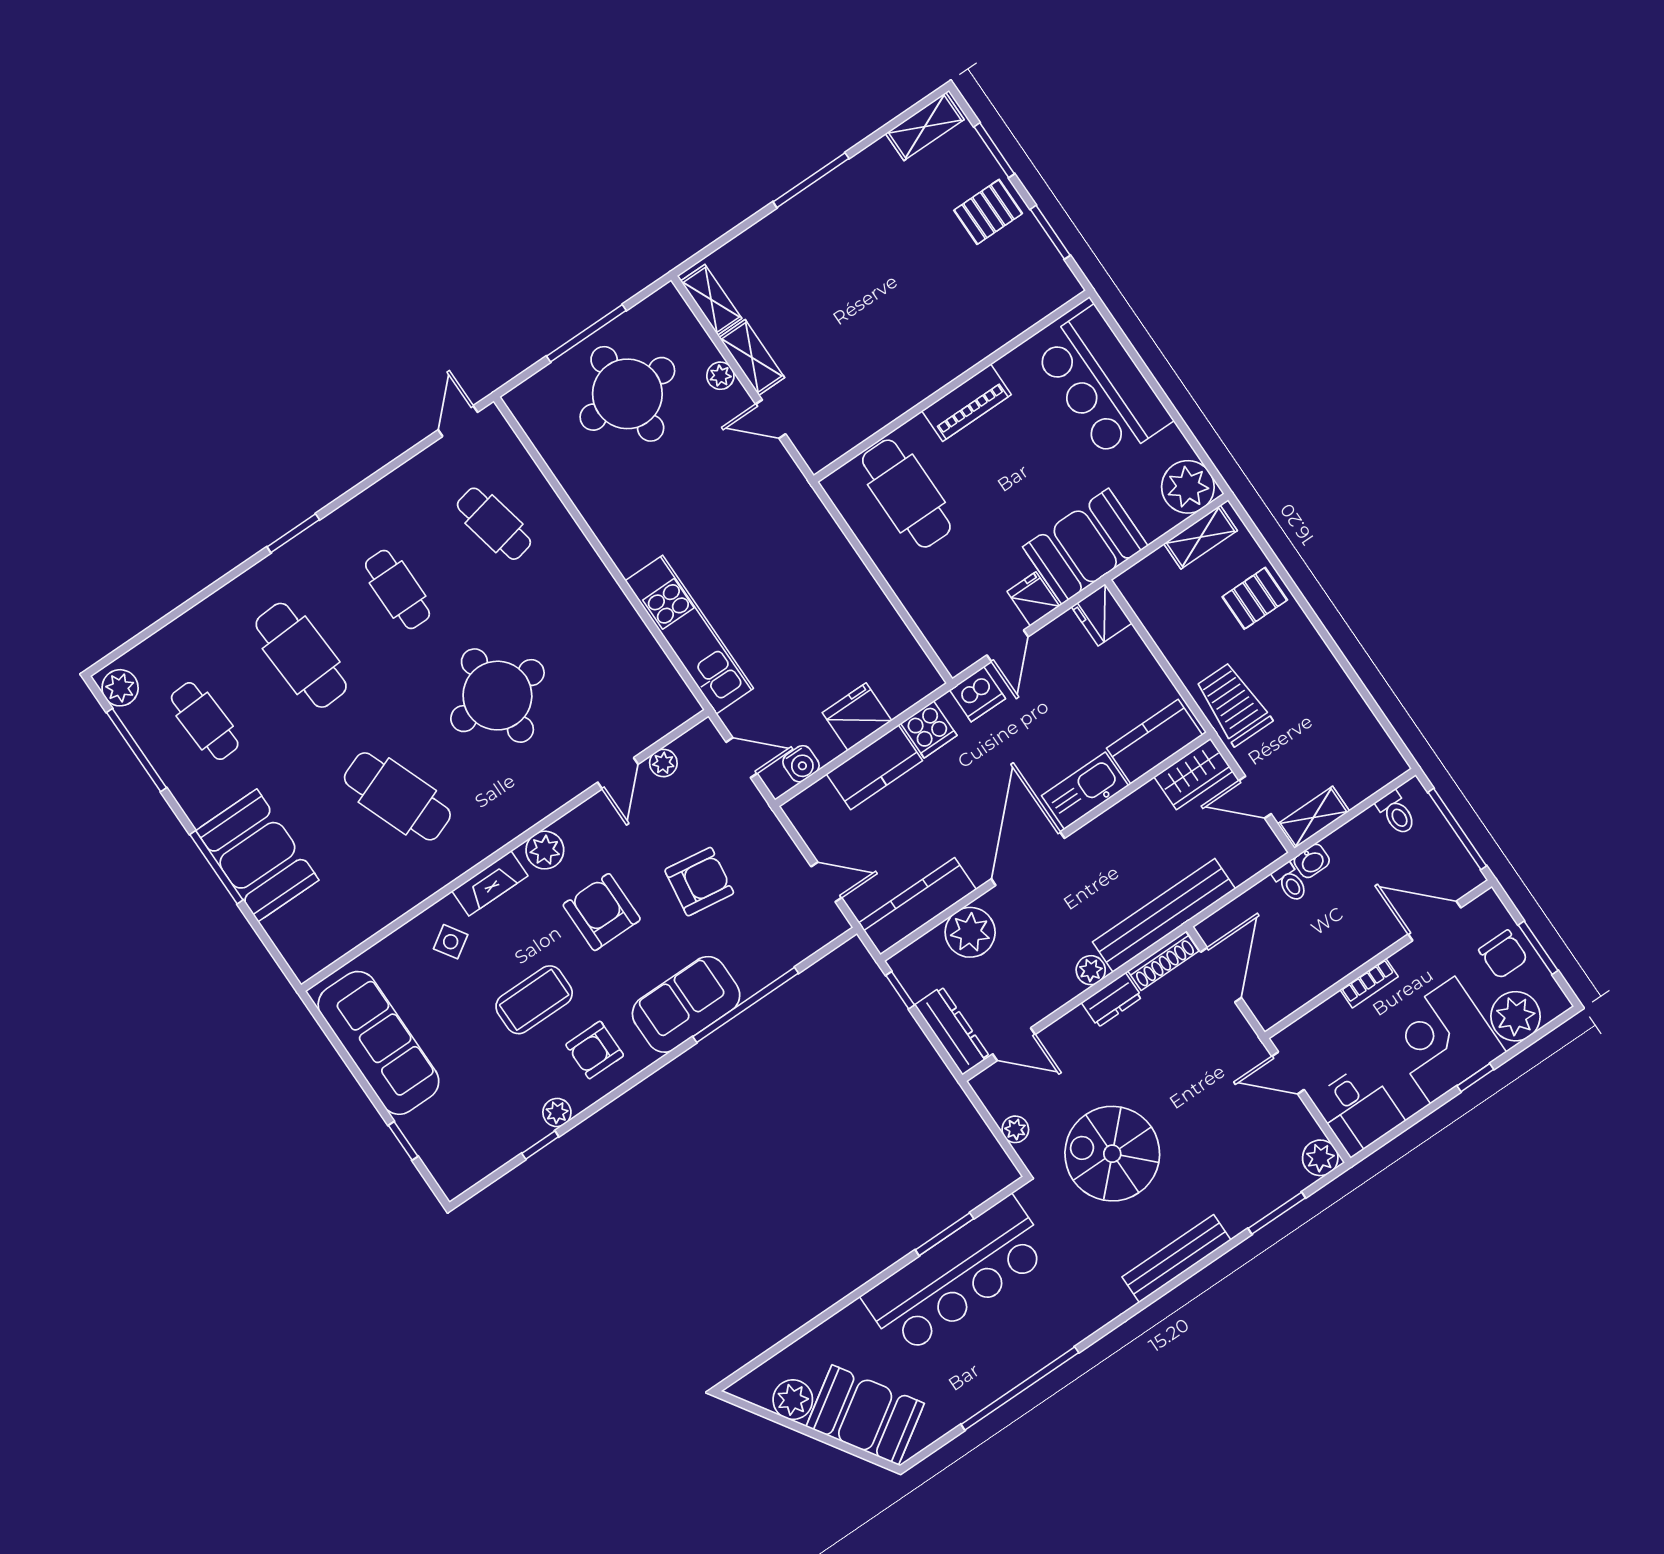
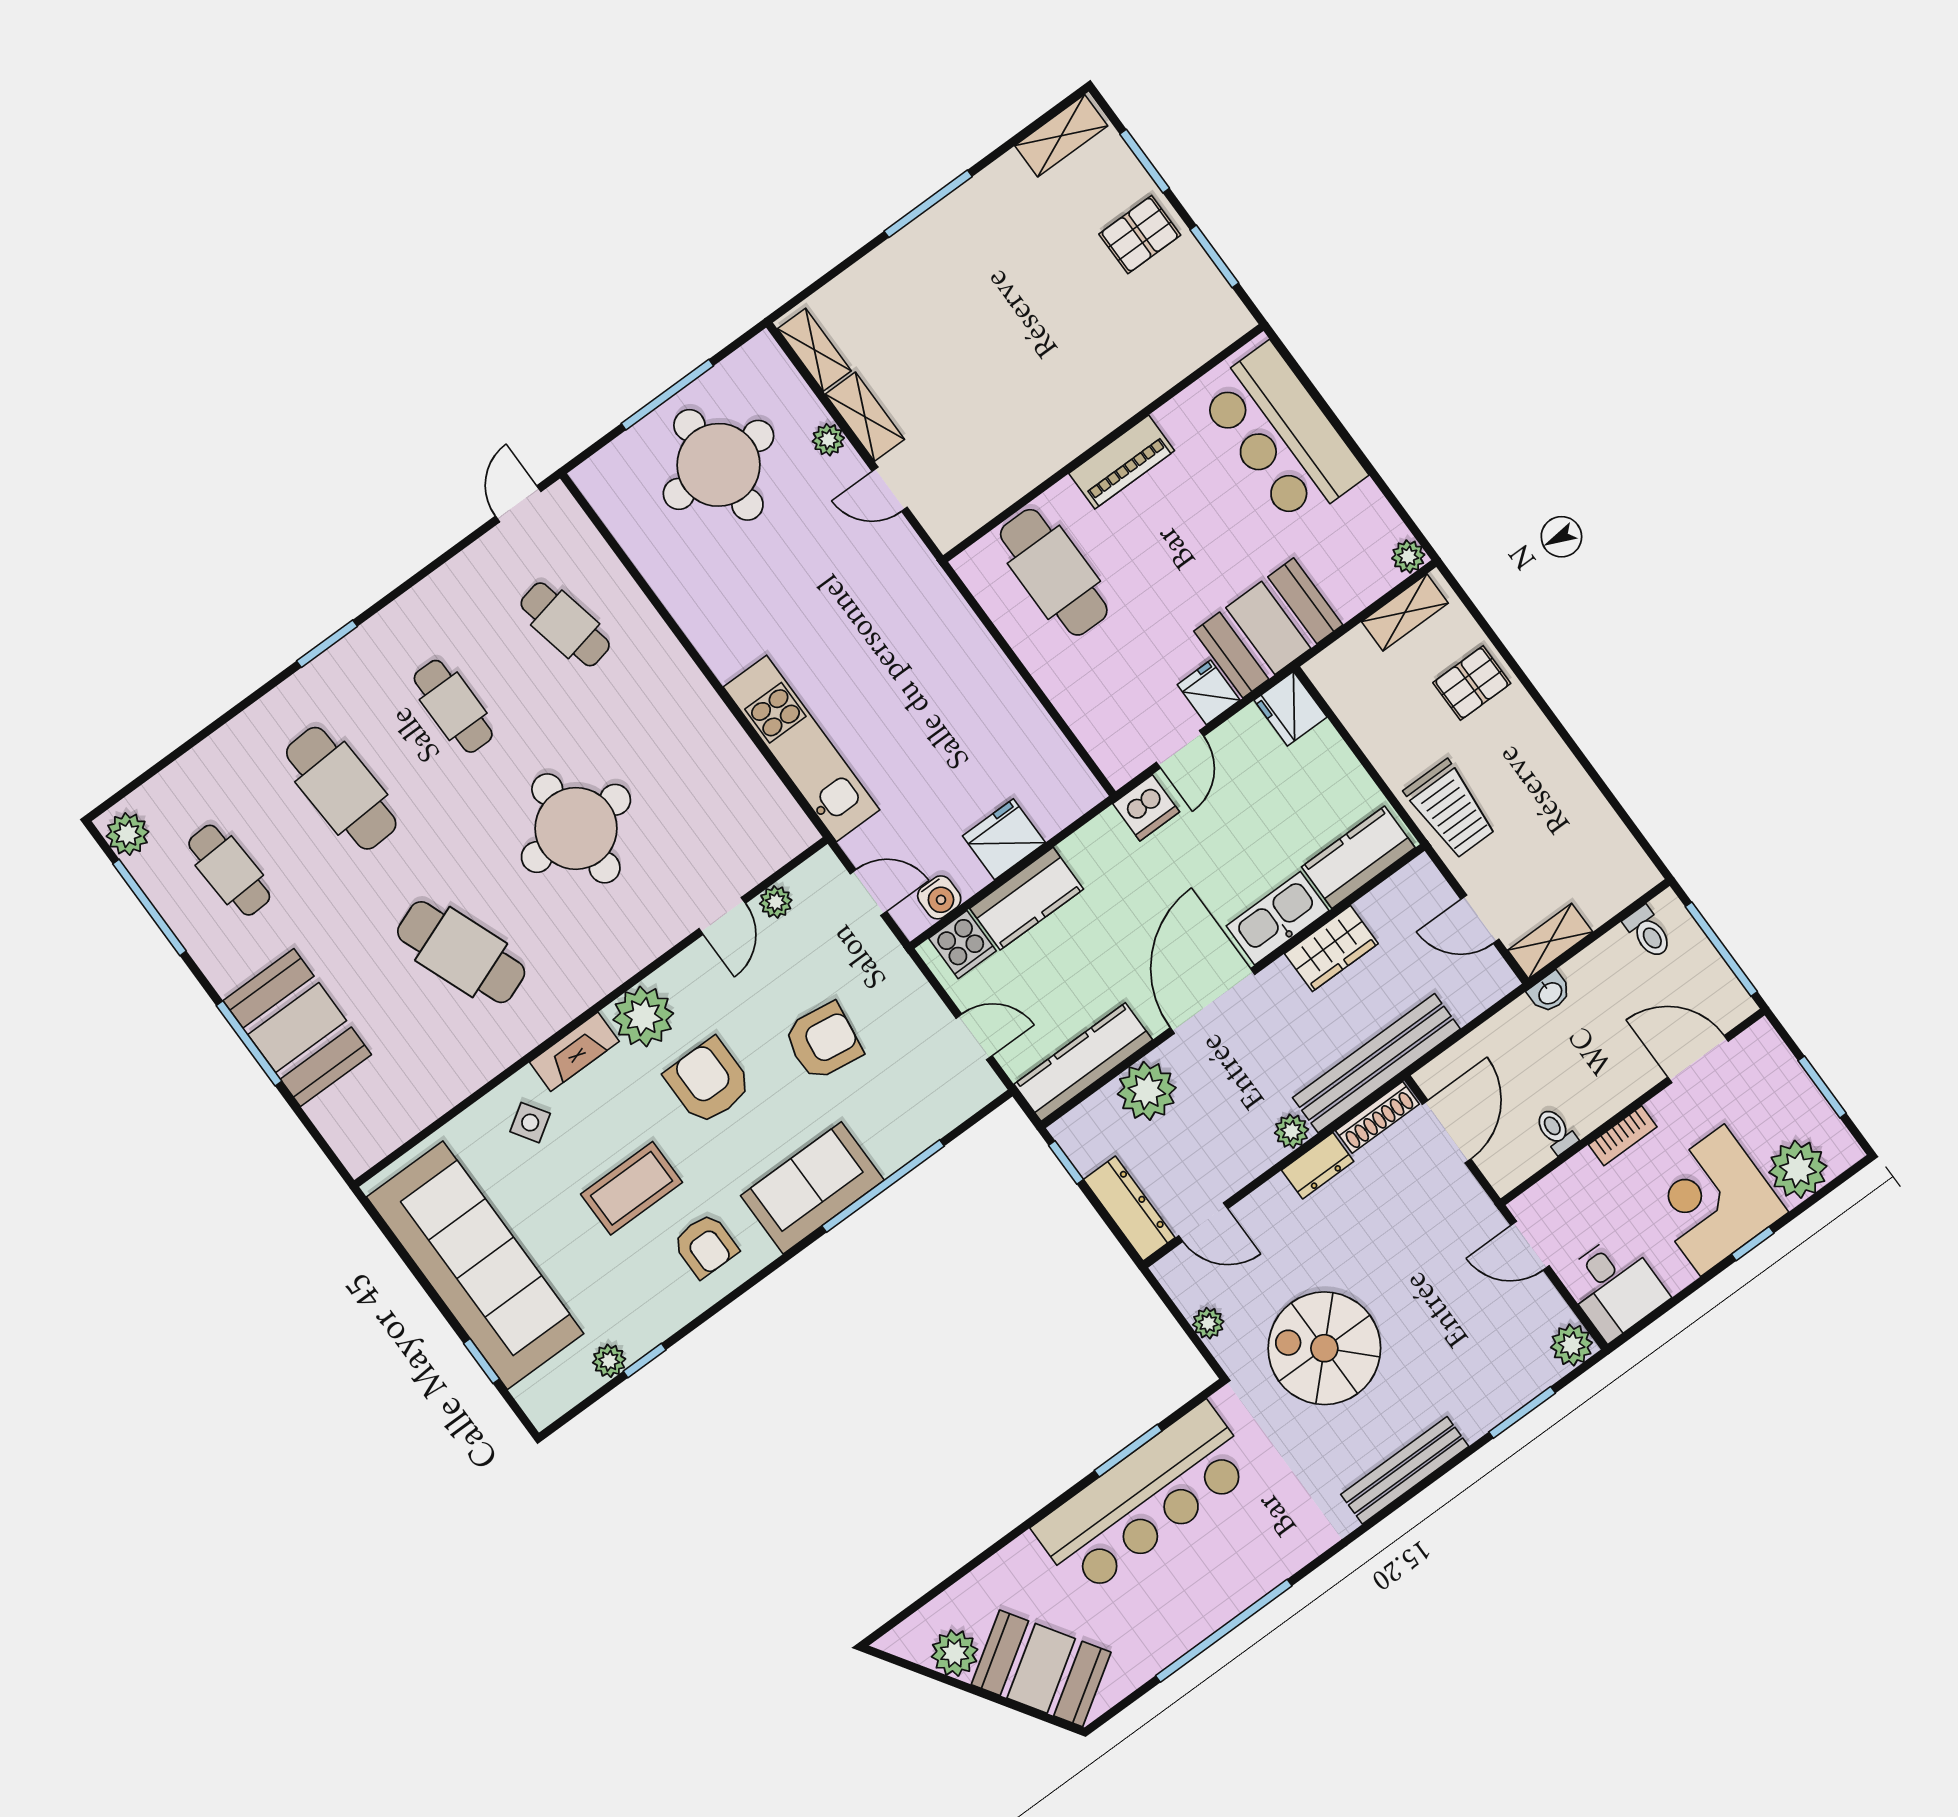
plant: (1188, 487) -> (1408, 556), width x0.53, depth x0.53
trolley: (1233, 704) -> (1451, 809), turned 180
cooker: (929, 729) -> (962, 945), moved
wardrobe: (1193, 774) -> (1331, 949), moved
plant: (545, 850) -> (643, 1017), width x1.36, depth x1.36
toilet: (1290, 882) -> (1556, 1131), moved, turned 180
chair: (1503, 954) -> (1781, 1096), removed
sofa: (378, 1043) -> (475, 1265), width x1.36, depth x1.27
armchair: (595, 1050) -> (705, 1246), turned -90
plant: (557, 1112) -> (609, 1361), moved

